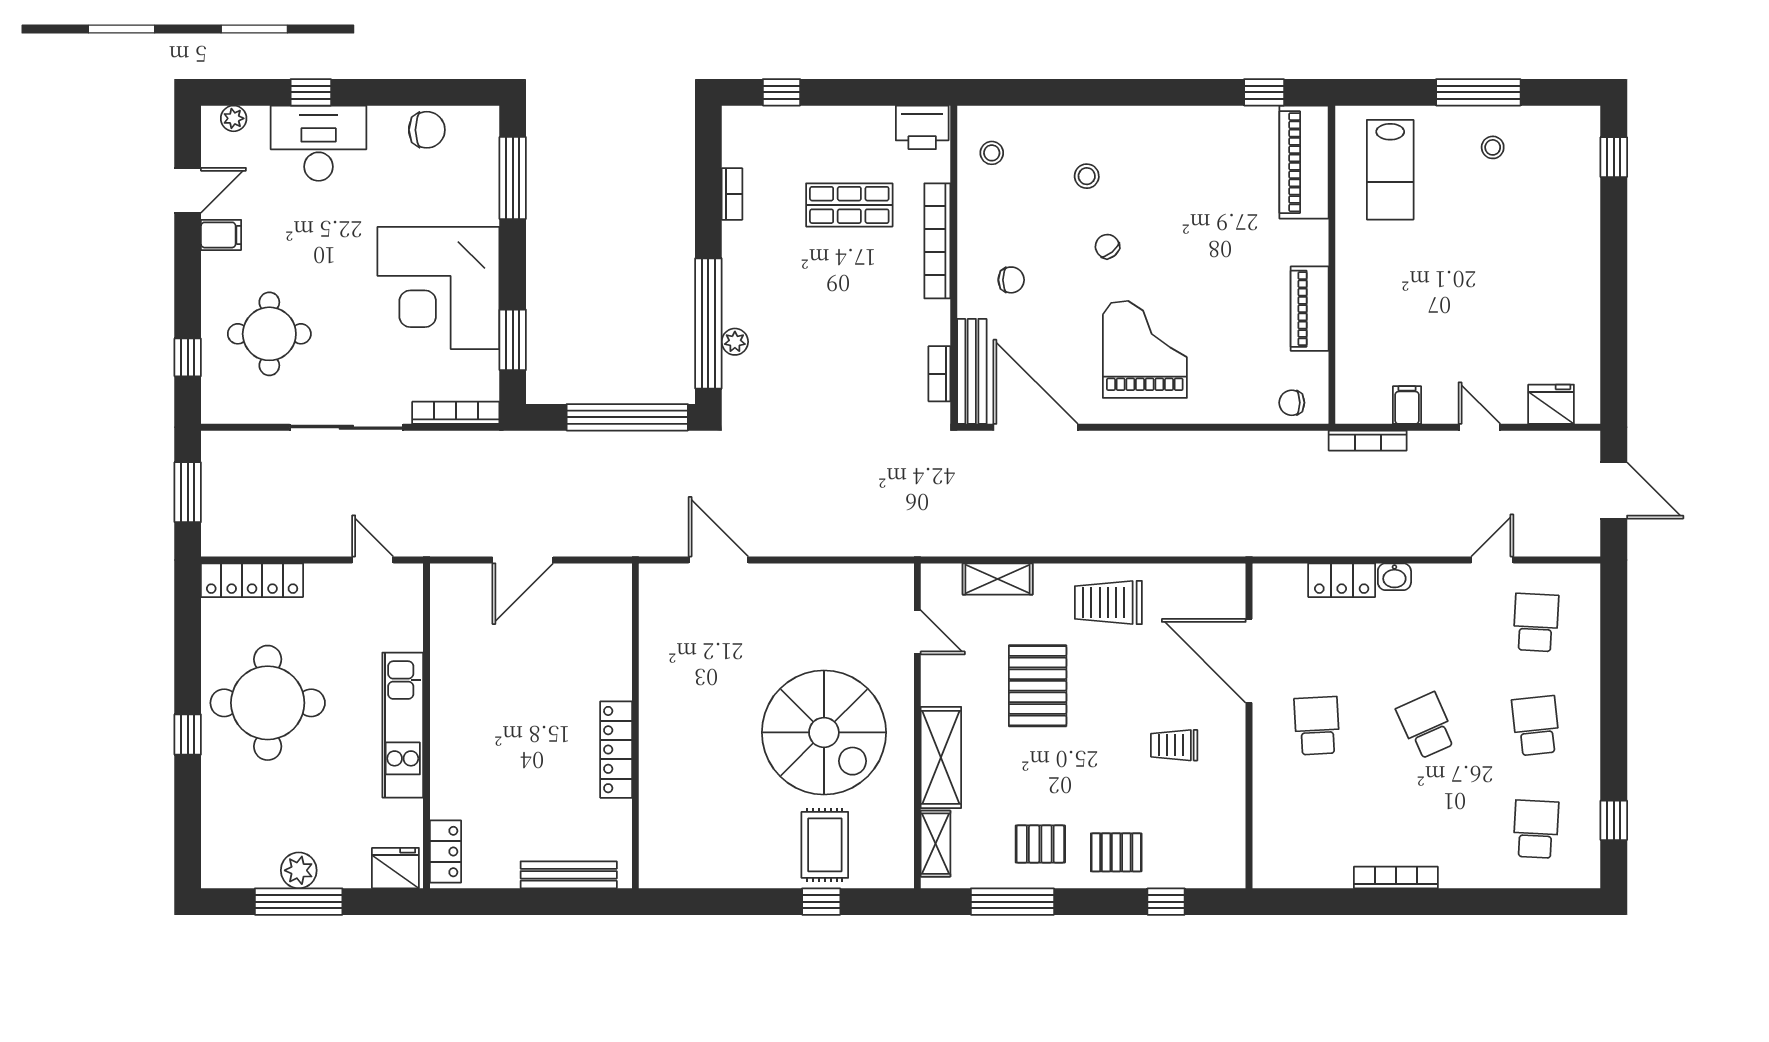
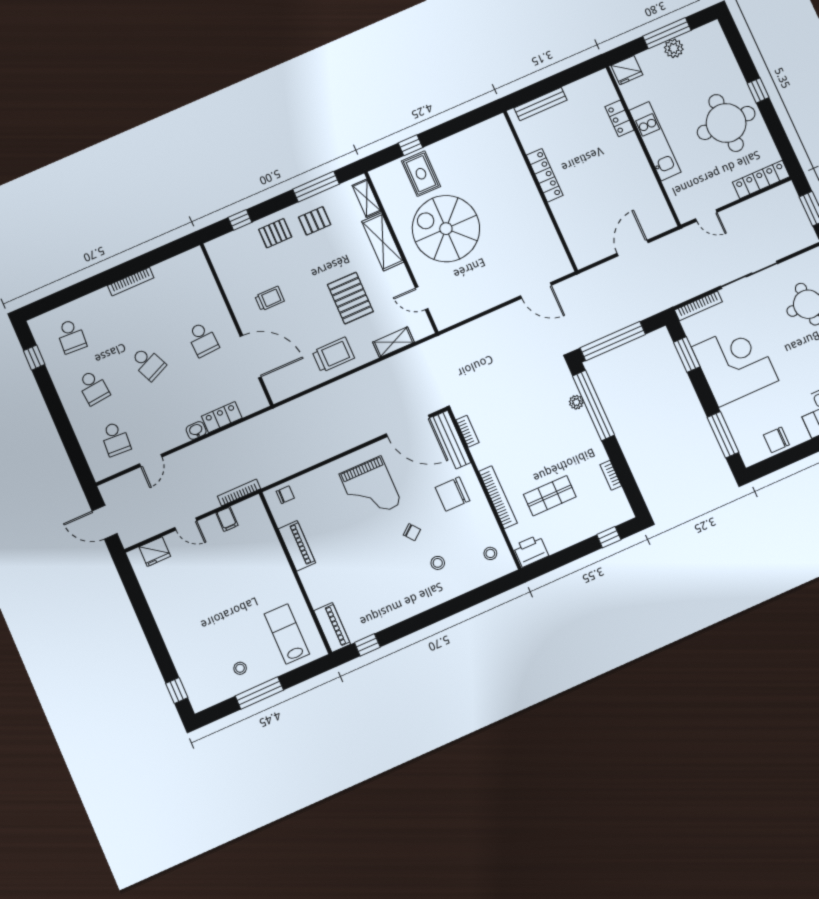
piano: (1304, 162) -> (332, 627), width x0.73, depth x0.75
chair: (1011, 280) -> (453, 494), width x1.87, depth x1.87
locker: (446, 852) -> (619, 118), moved

